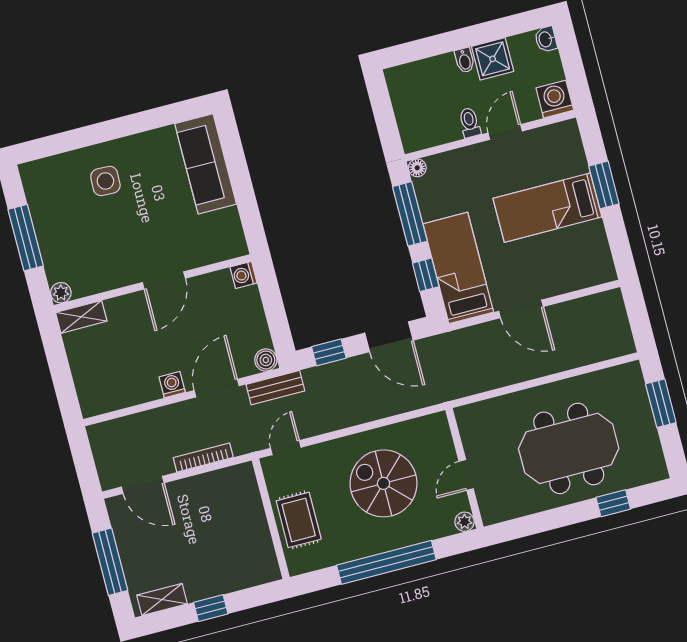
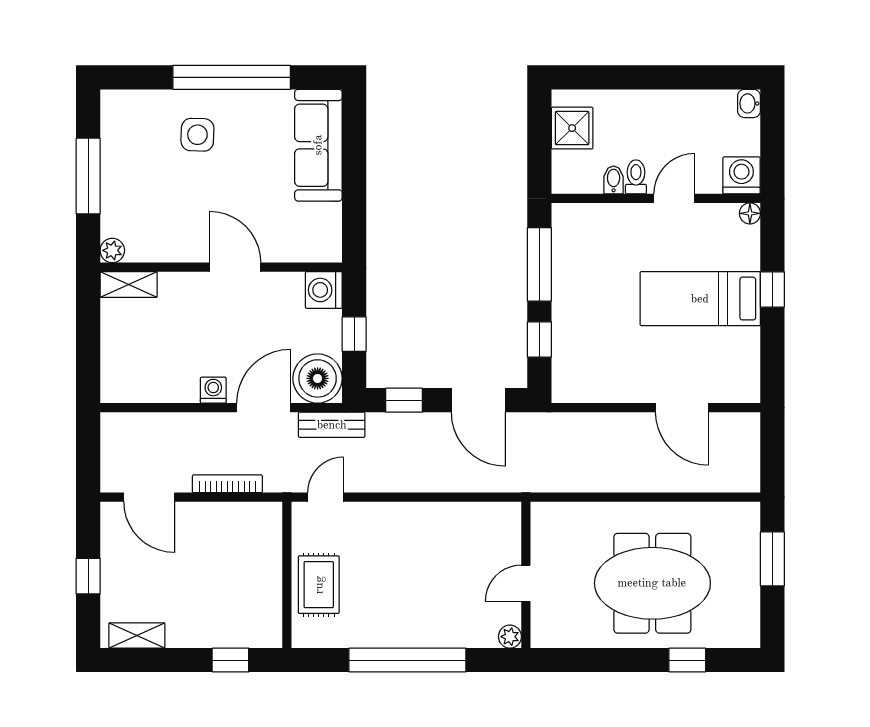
shower: (493, 59) -> (572, 128), moved
bidet: (465, 60) -> (614, 180), moved, turned 180
window: (121, 127) -> (232, 77), added
floor lamp: (417, 168) -> (750, 213), moved
window: (604, 185) -> (772, 289), width x0.67
bed: (458, 268) -> (579, 341), removed
washing machine: (244, 275) -> (324, 290), width x1.38, depth x1.38
door: (164, 280) -> (235, 267), swing flipped
door: (521, 309) -> (682, 408), moved
window: (274, 310) -> (354, 334), added
boiler: (266, 360) -> (318, 378), width x1.86, depth x1.86
spiral stairs: (383, 483) -> (428, 568), removed
window: (110, 562) -> (88, 576), width x0.46
window: (211, 608) -> (230, 660), moved

